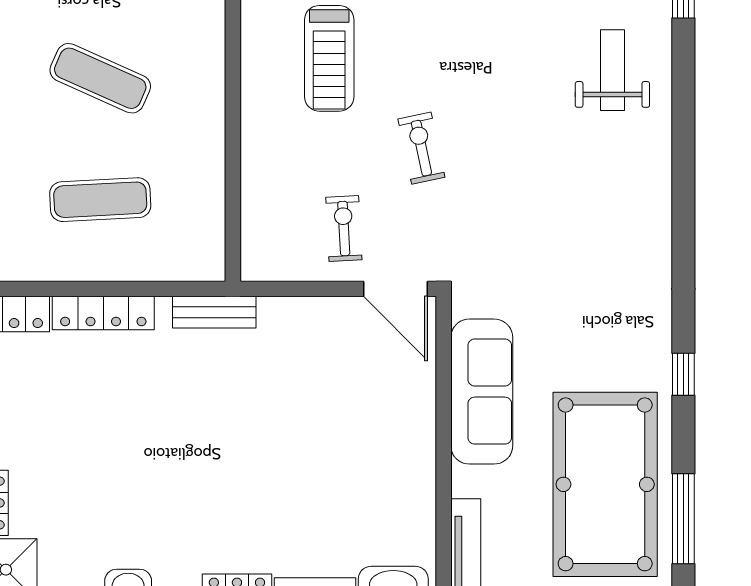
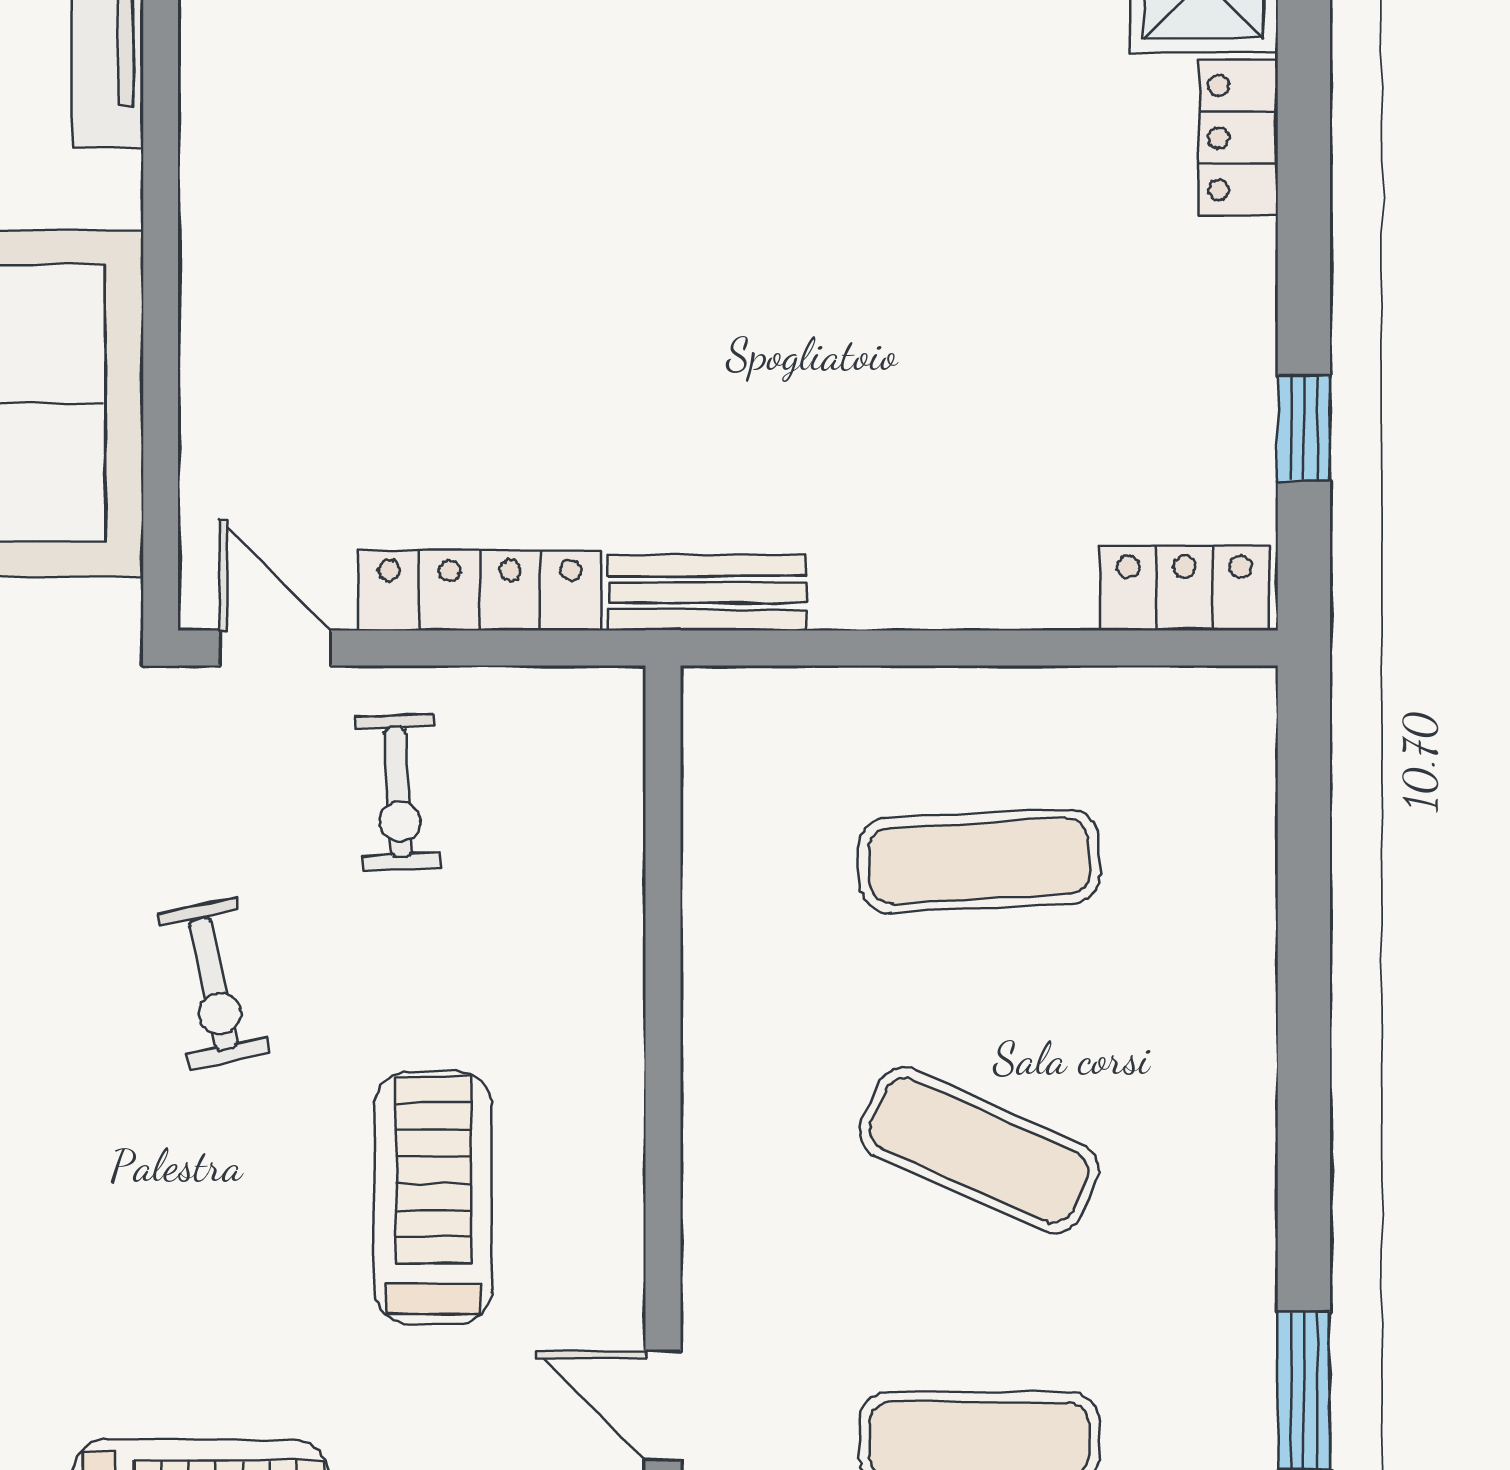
door: (396, 289) -> (275, 648), width x0.73
locker: (103, 313) -> (480, 591), moved

